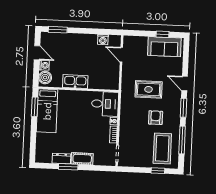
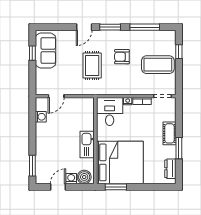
bed: (47, 111) -> (120, 162), width x2.04
coffee table: (162, 148) -> (158, 65), moved
dresser: (61, 159) -> (170, 169), moved

